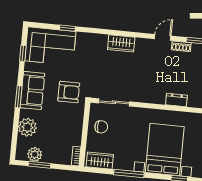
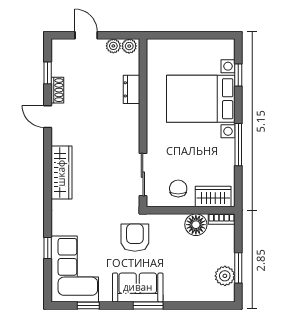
wardrobe: (121, 43) -> (61, 173), width x1.50
plant: (27, 127) -> (189, 289), removed
floor lamp: (74, 137) -> (196, 225), added
wardrobe: (100, 161) -> (213, 196), moved, turned 90

